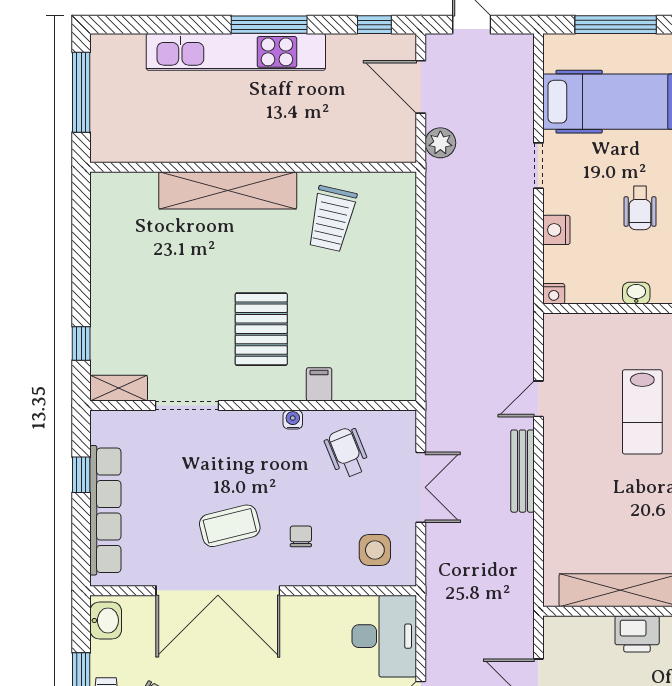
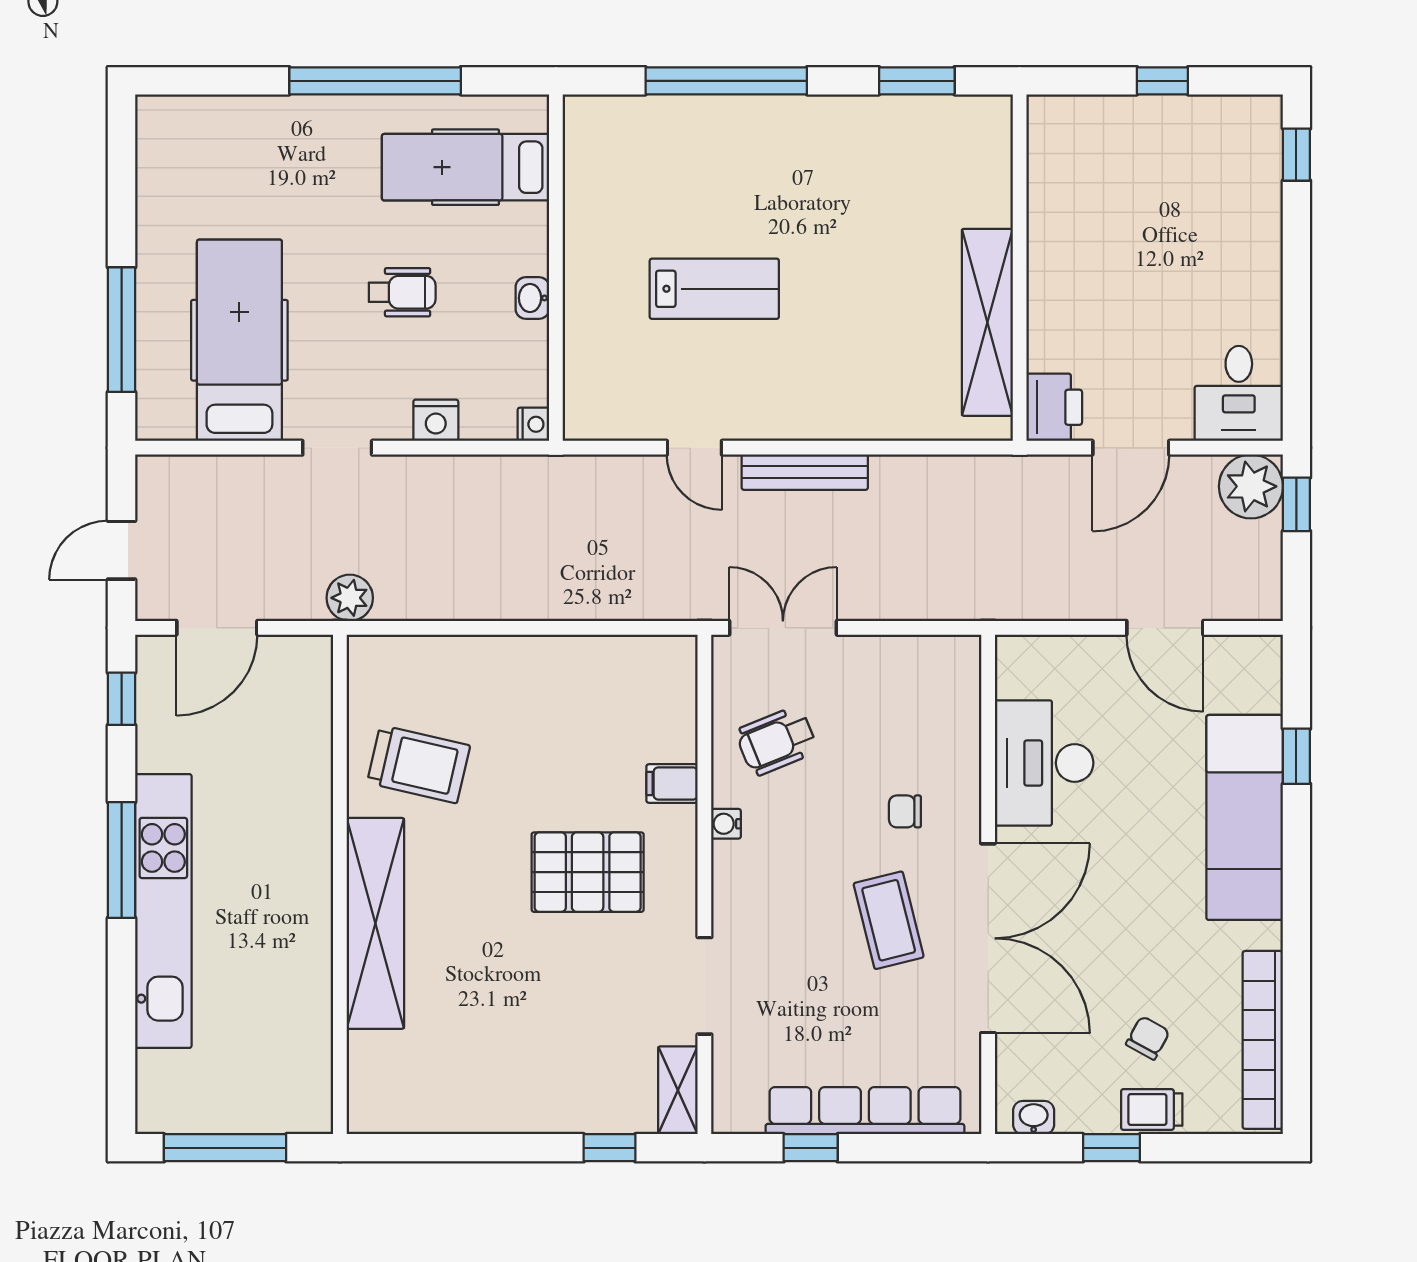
plant: (440, 143) -> (350, 598), moved
double door: (421, 487) -> (783, 628), moved
side table: (375, 550) -> (926, 698), removed
washbasin: (106, 620) -> (1034, 1118), width x0.72, depth x0.69
printer: (637, 634) -> (1054, 407), moved
desk: (384, 636) -> (1044, 763), moved, turned -90

